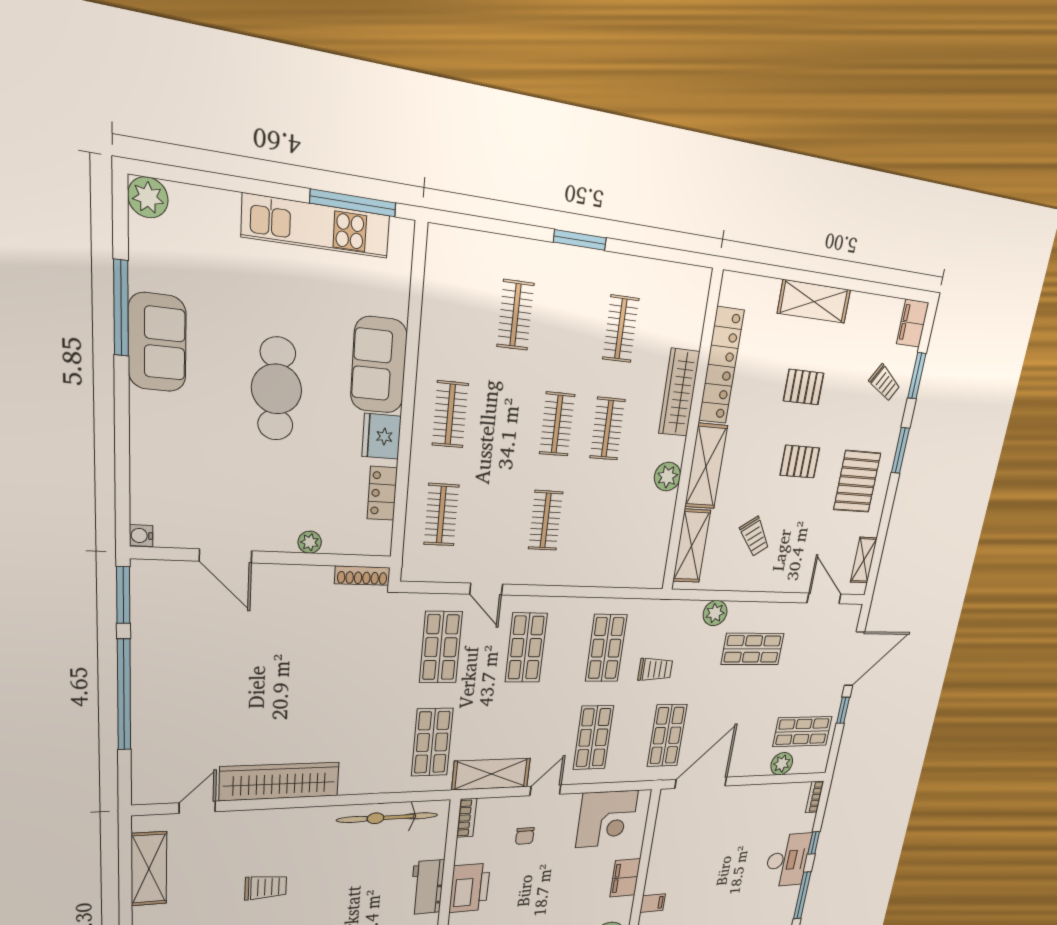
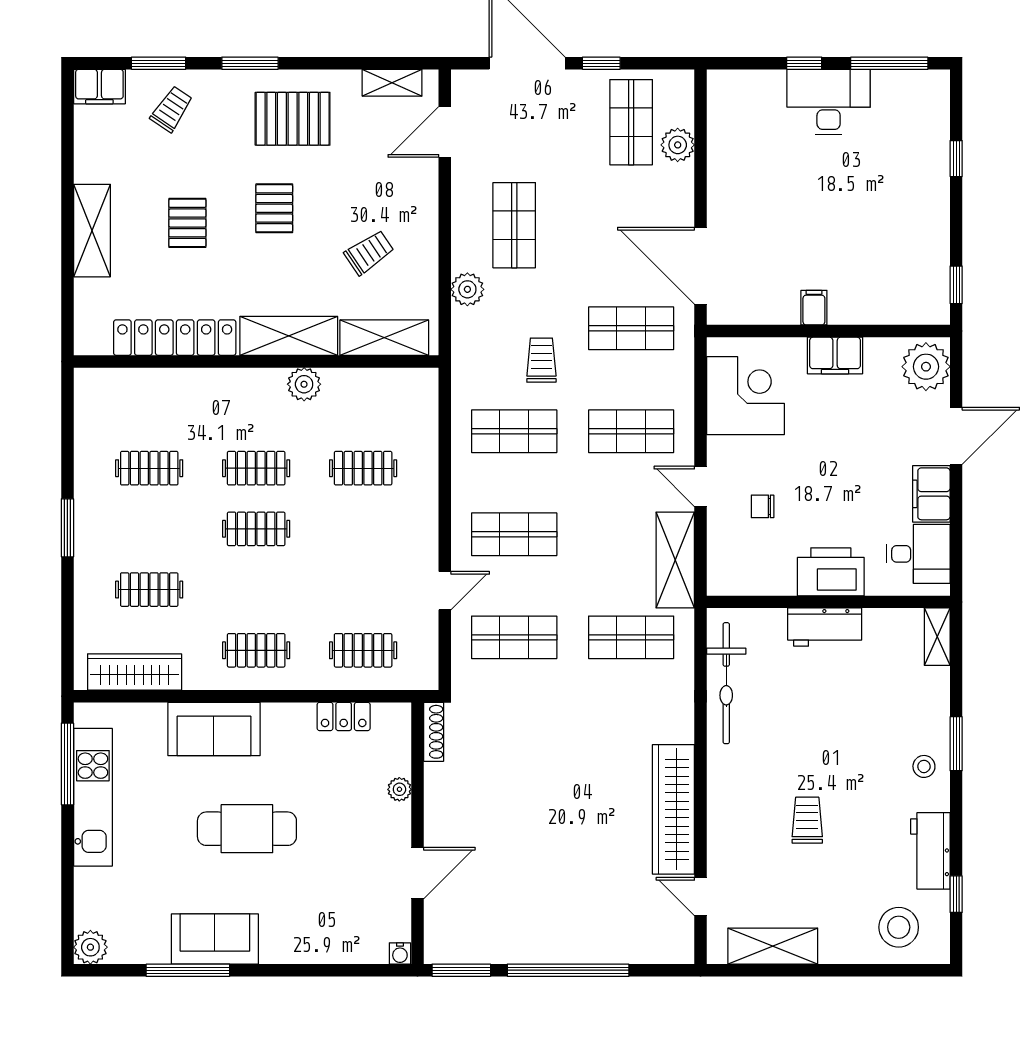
wardrobe: (679, 393) -> (135, 672), moved, turned 180
fridge: (381, 436) -> (285, 721), removed
clothes rail: (546, 520) -> (363, 468), moved
bookcase: (815, 797) -> (731, 79), removed
bookcase: (467, 818) -> (733, 585), removed
chair: (525, 836) -> (763, 506), turned 180
filing cabinet: (653, 903) -> (814, 308), moved

